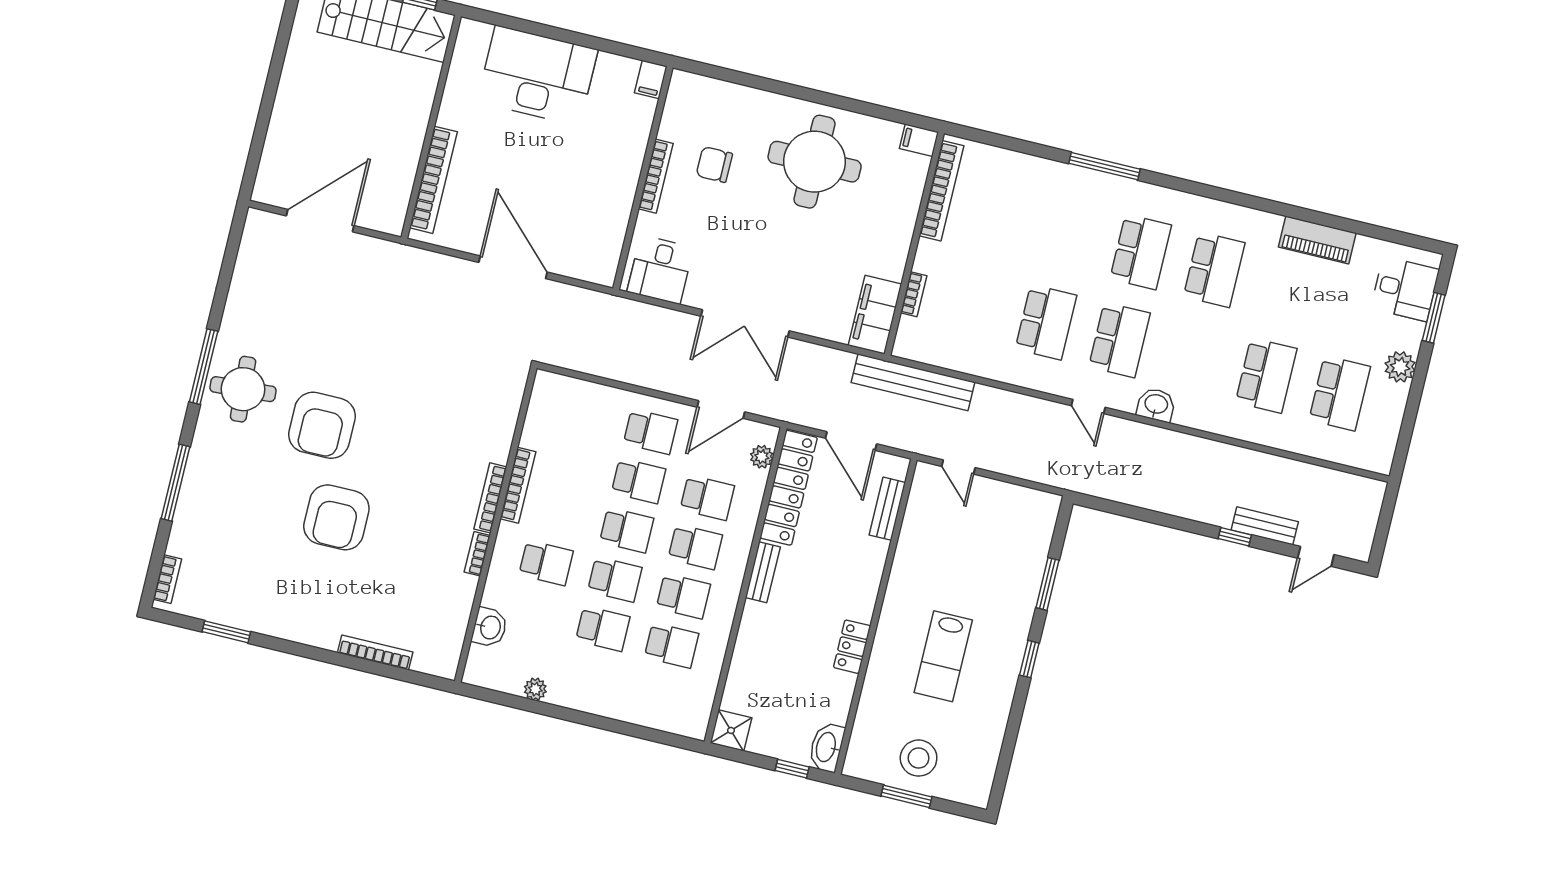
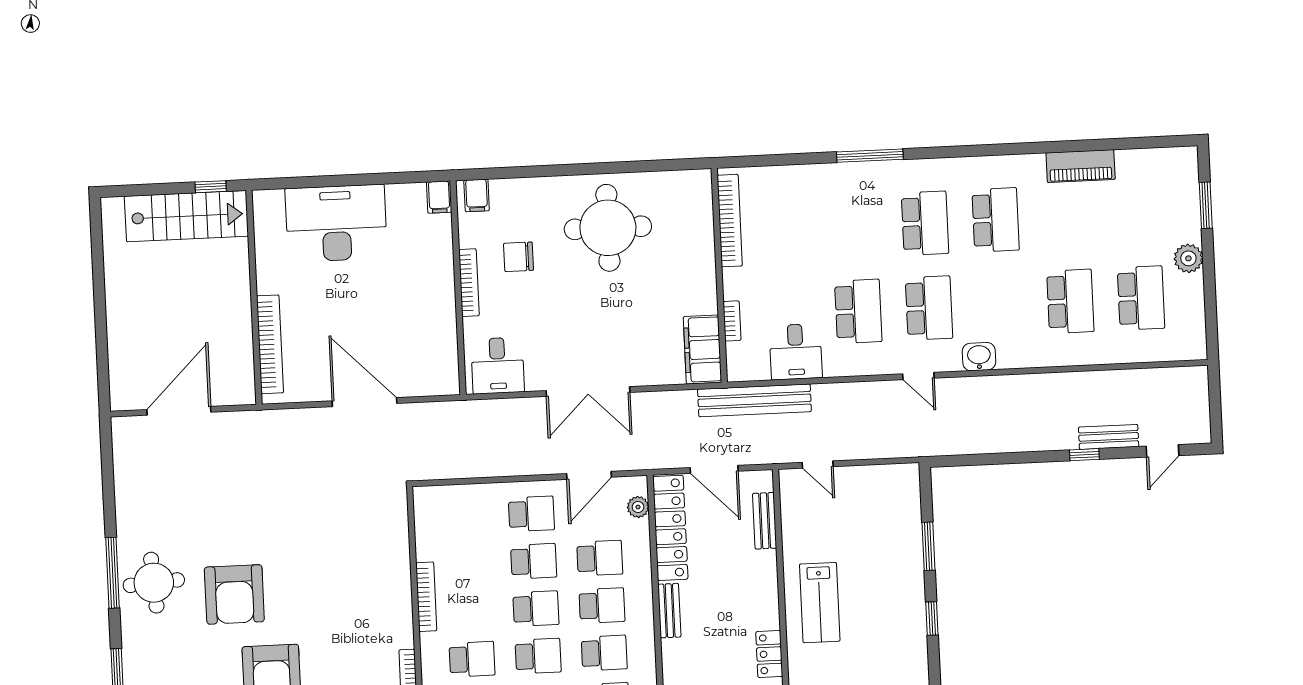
filing cabinet: (919, 140) -> (477, 195), moved, turned -90
desk: (1405, 289) -> (796, 352), moved, turned 90
bookcase: (490, 498) -> (405, 615), removed
lab bench: (943, 656) -> (820, 603), moved

